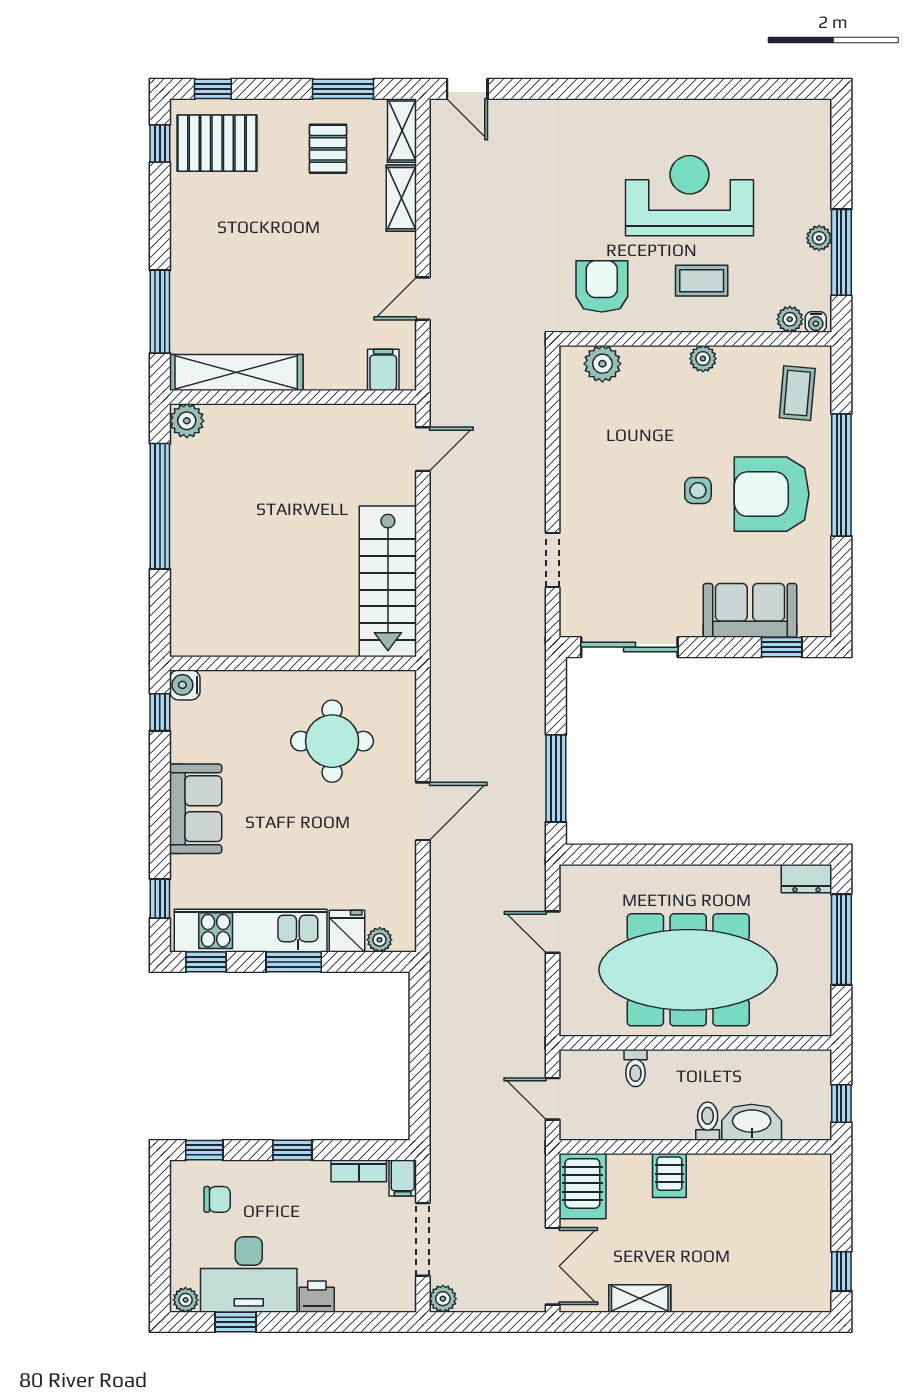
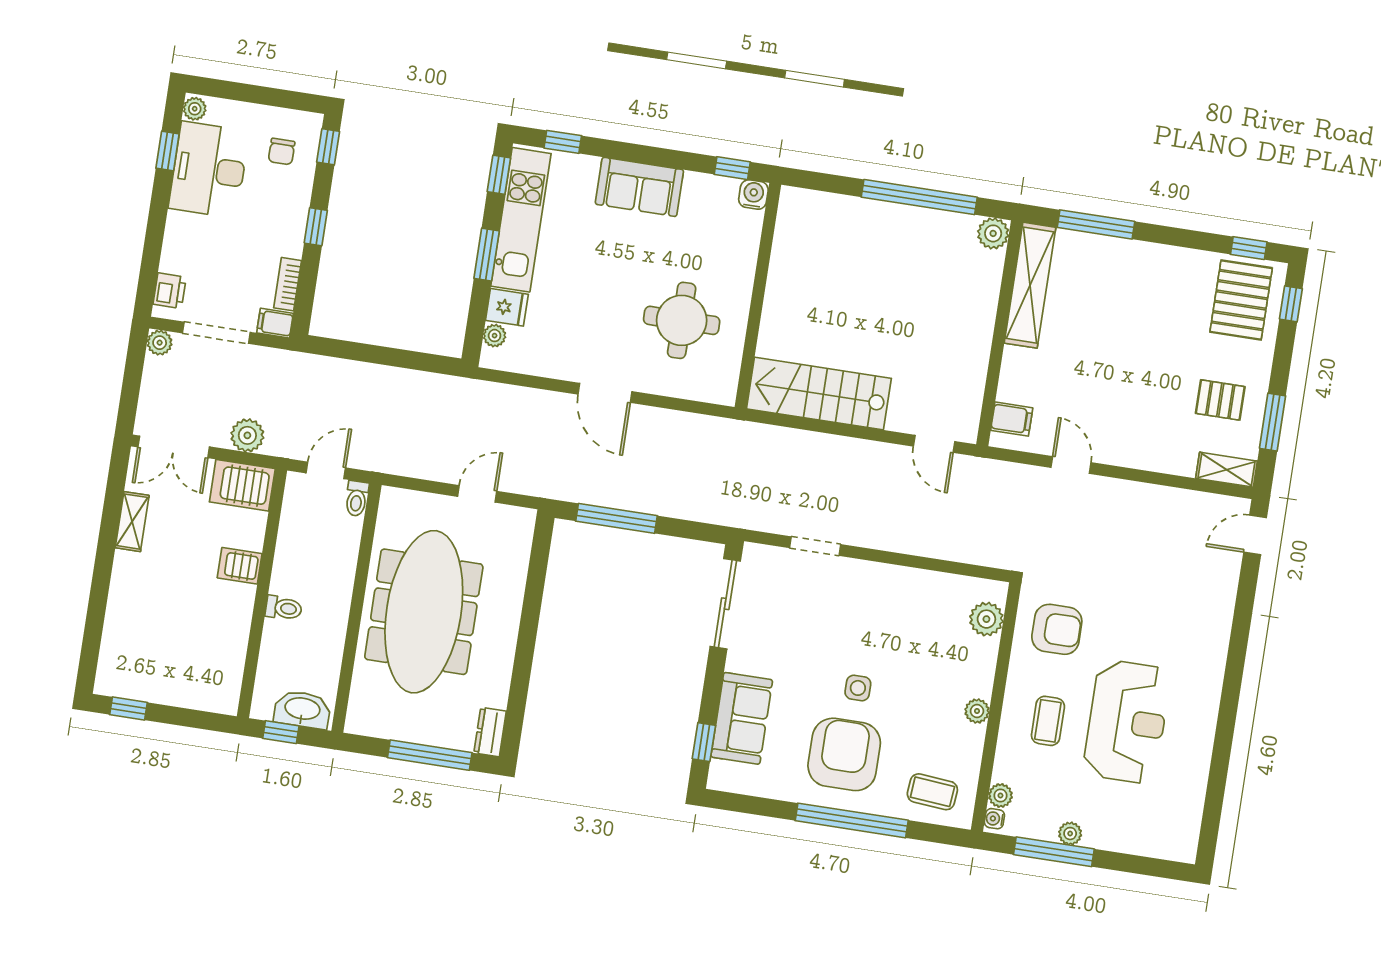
shelving: (401, 198) -> (1165, 460), removed
toilet: (636, 1068) -> (357, 499), moved, turned -90
washbasin: (752, 1122) -> (302, 709), moved, turned -90
plant: (528, 1189) -> (247, 435), added
printer: (317, 1297) -> (170, 291), moved

